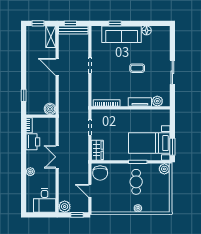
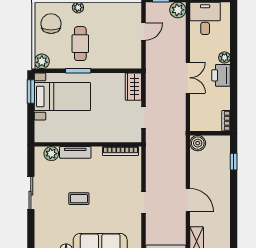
printer: (33, 142) -> (221, 75), moved
chair: (100, 173) -> (51, 24), moved
door: (90, 191) -> (143, 31), hinge flipped

